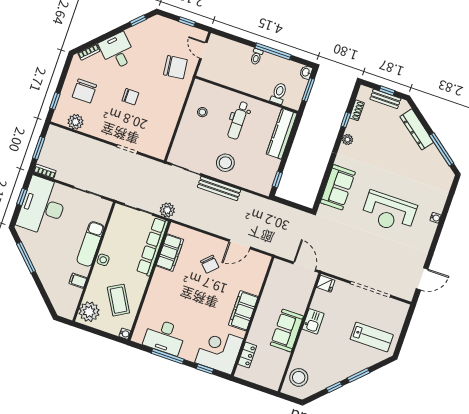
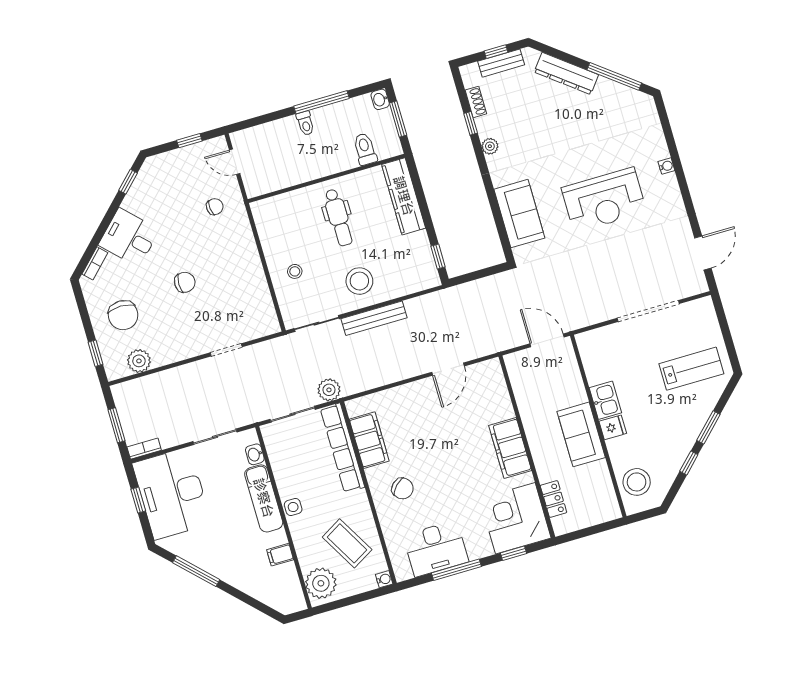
chair: (175, 67) -> (215, 207), width x0.54, depth x0.54
stool: (202, 112) -> (295, 271), moved
washbasin: (103, 217) -> (255, 454), added
chair: (210, 264) -> (402, 488), moved
fridge: (326, 284) -> (613, 427), moved

